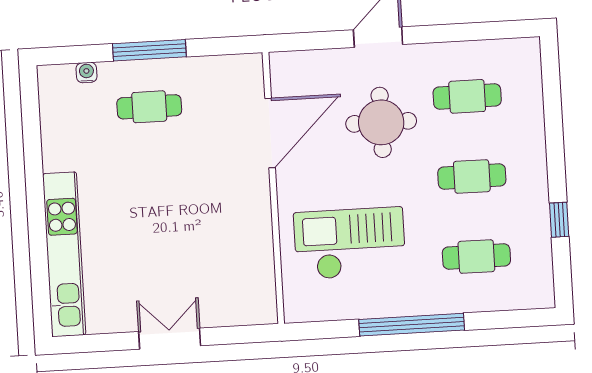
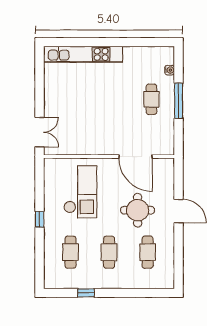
window: (412, 325) -> (40, 219), width x0.32
double door: (170, 339) -> (40, 132), moved

